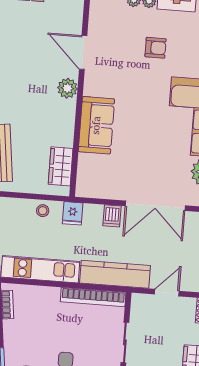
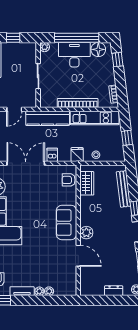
armchair: (156, 48) -> (69, 180), moved
sofa: (96, 125) -> (66, 222), moved
bookcase: (93, 297) -> (78, 103), moved

